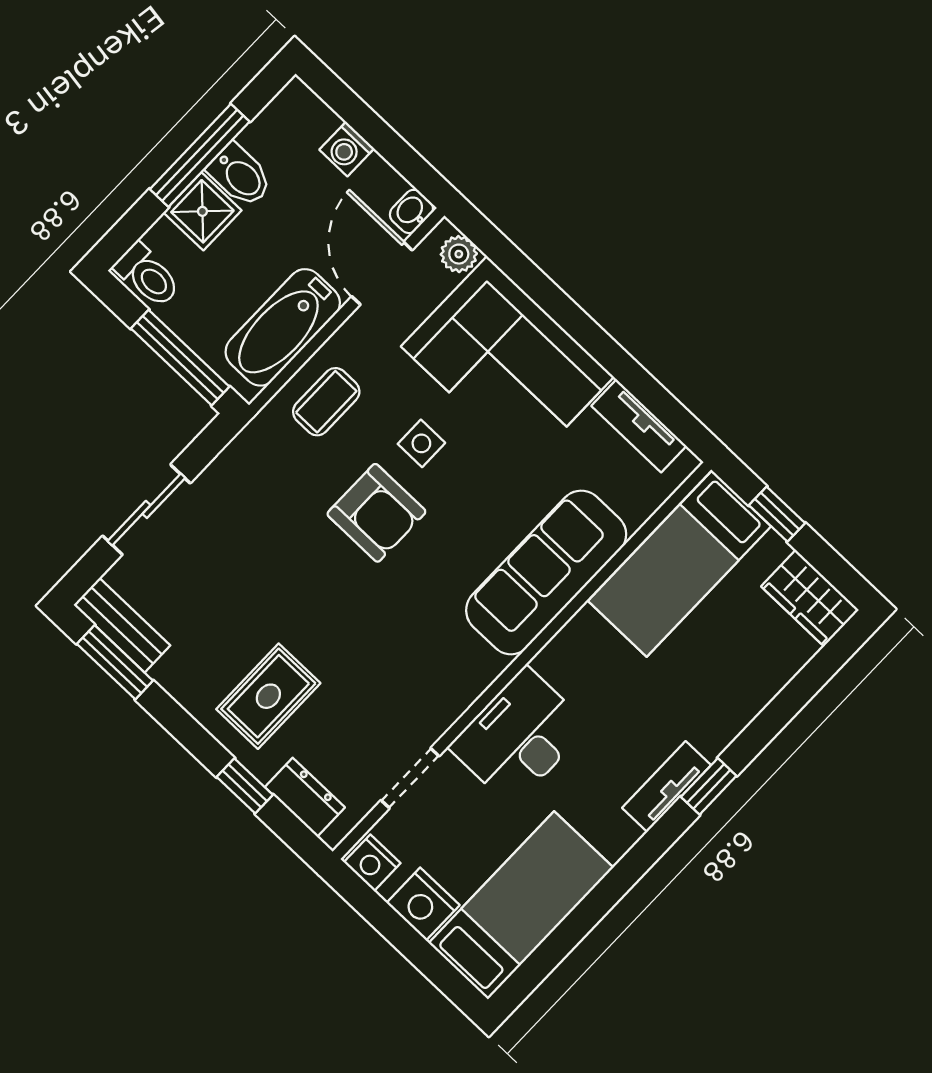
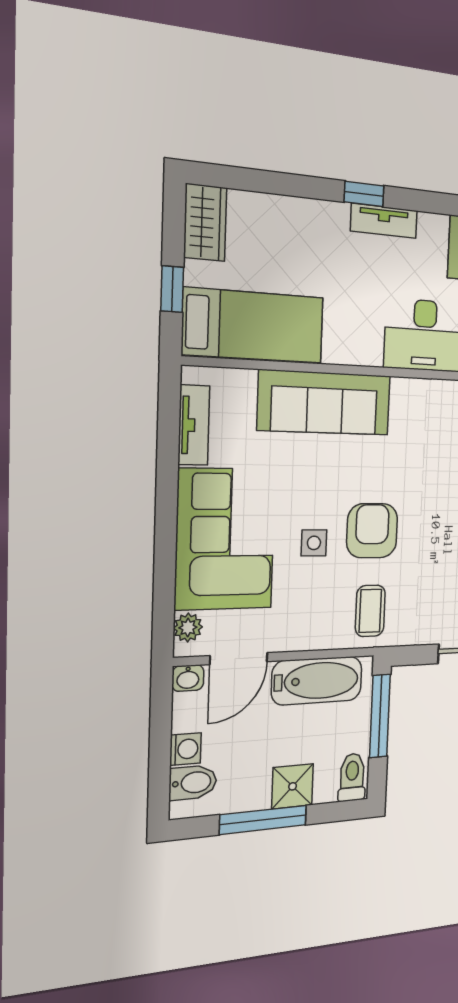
bidet: (240, 175) -> (193, 783), moved, turned 90
coffee table: (326, 402) -> (370, 611), moved, turned 90

